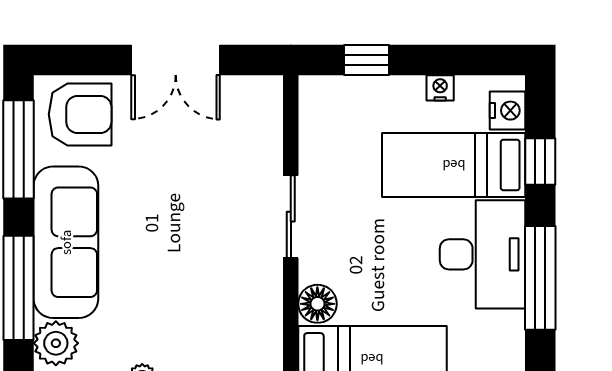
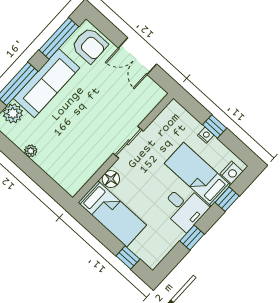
window: (366, 60) -> (215, 126), moved
nightstand: (440, 88) -> (206, 135), moved
desk: (483, 254) -> (185, 208), width x0.73
window: (540, 278) -> (192, 238), width x0.46

